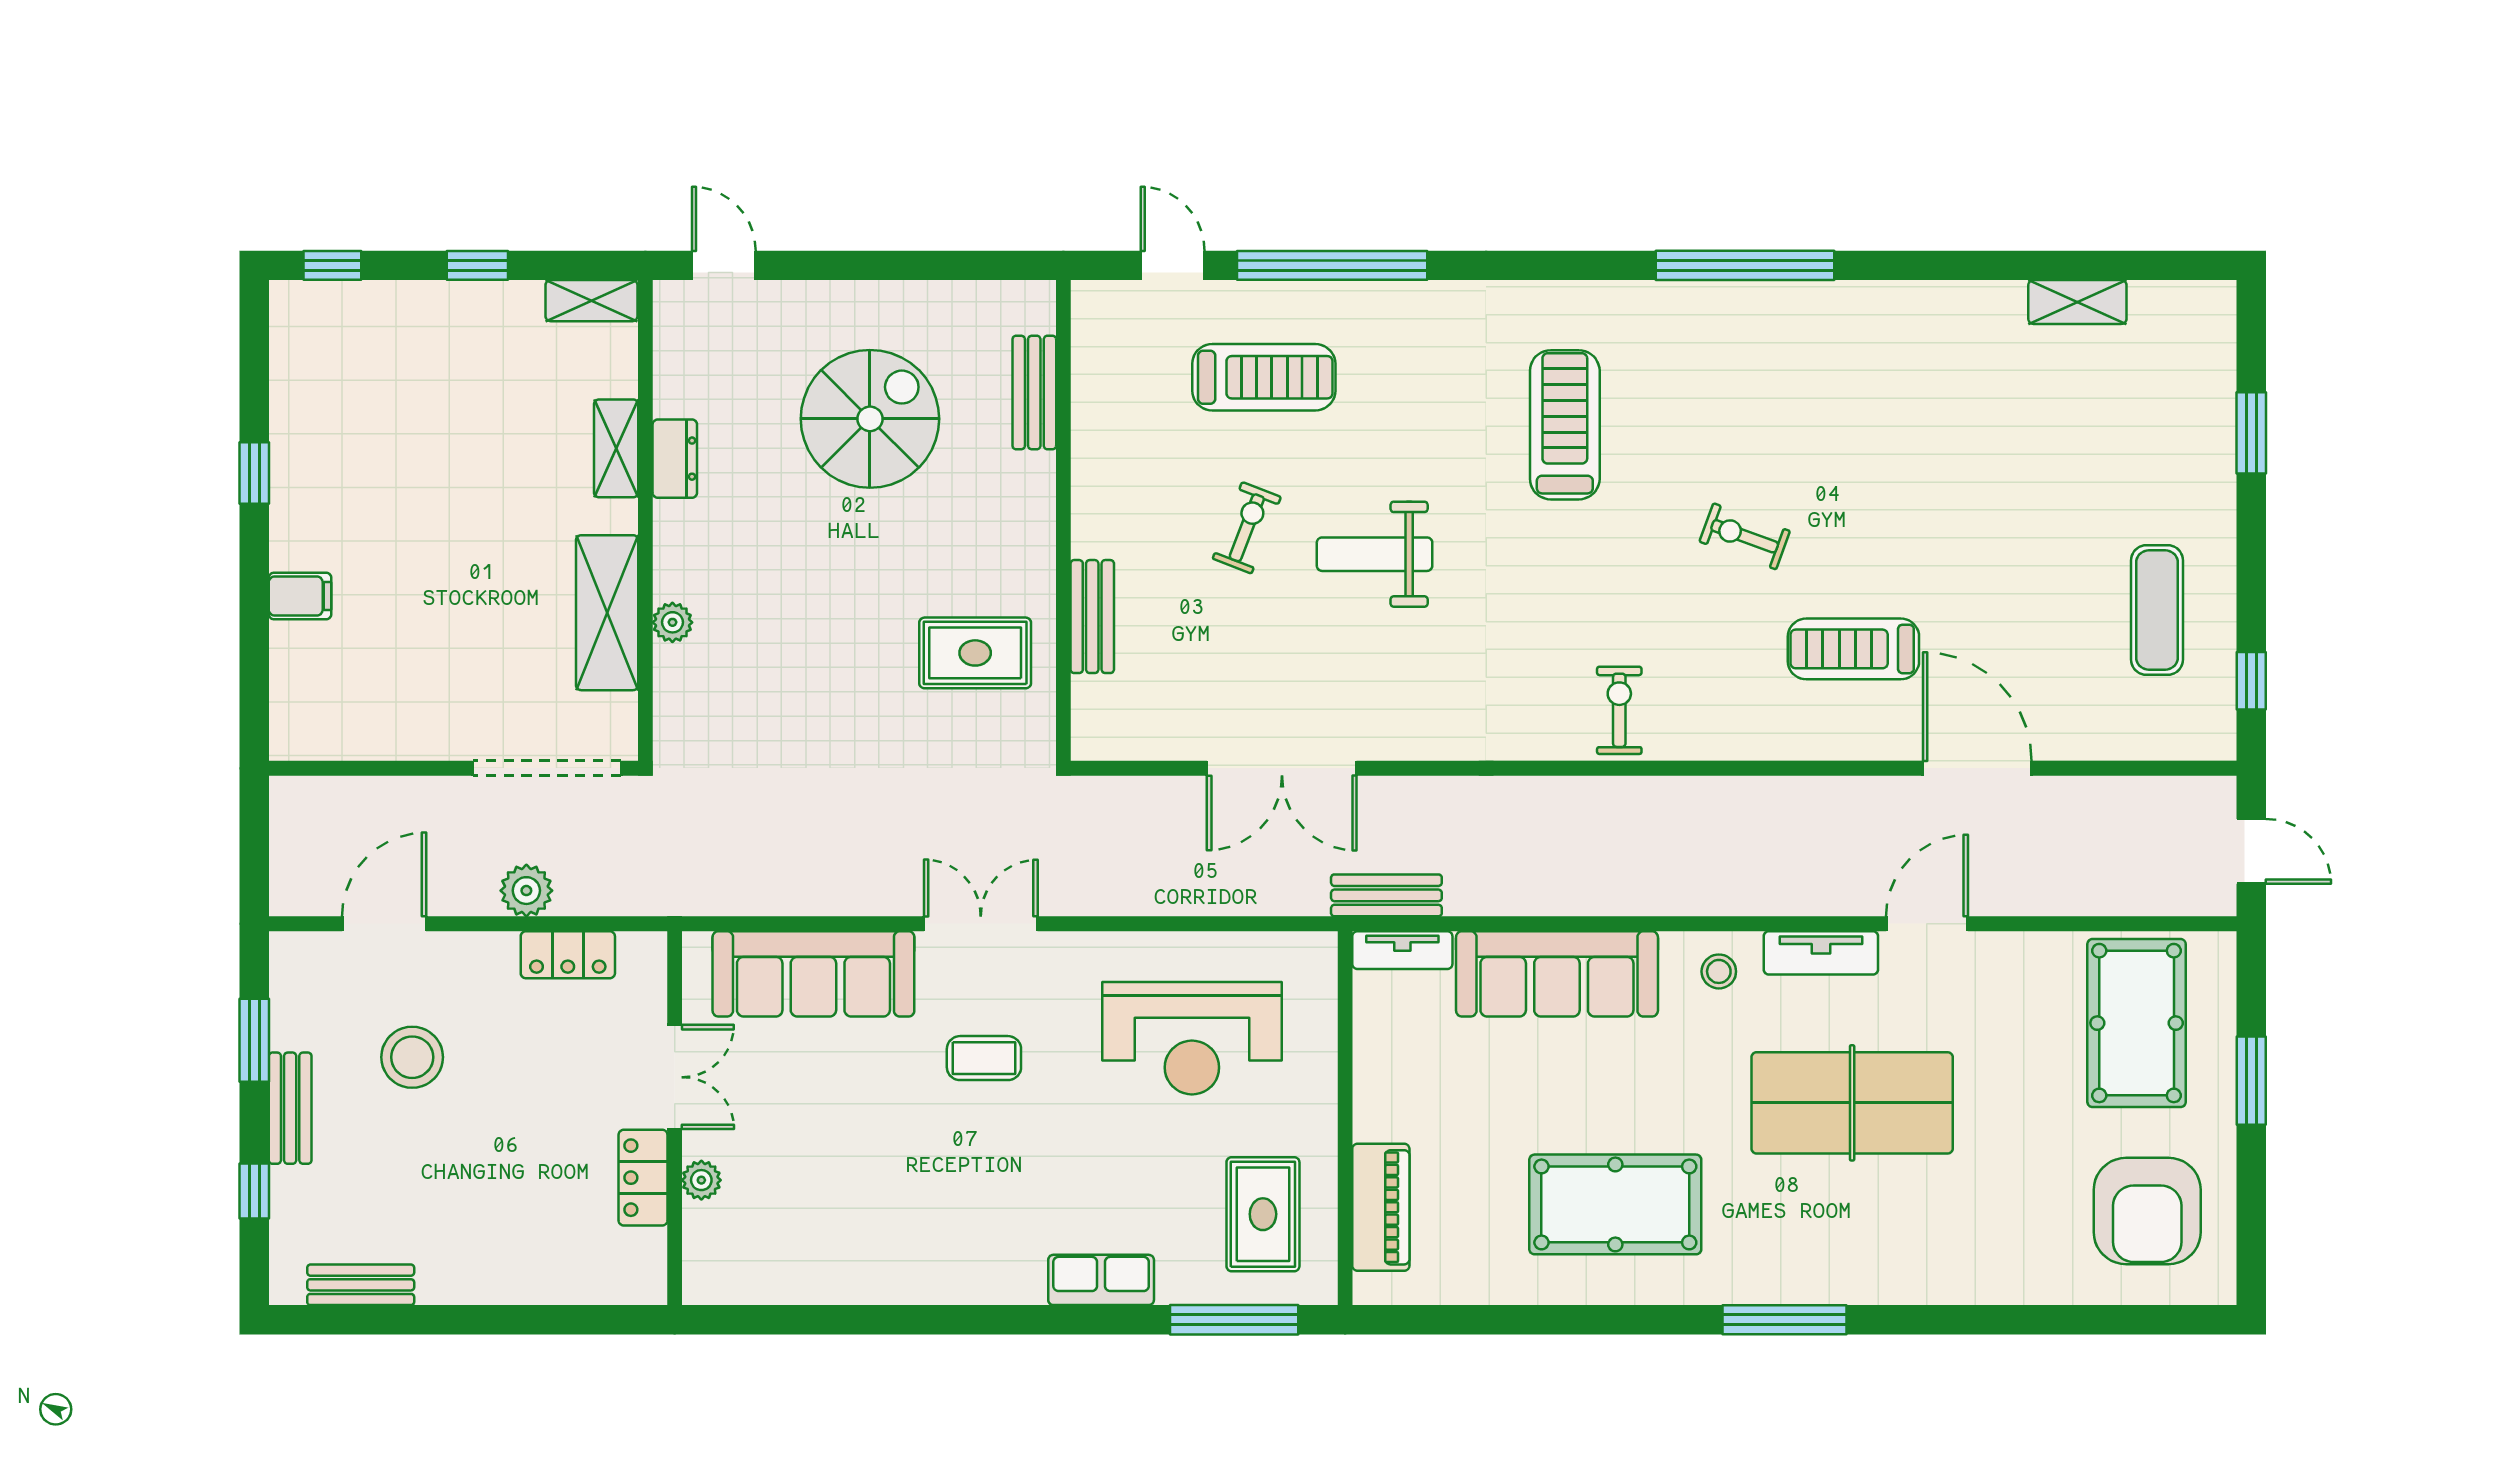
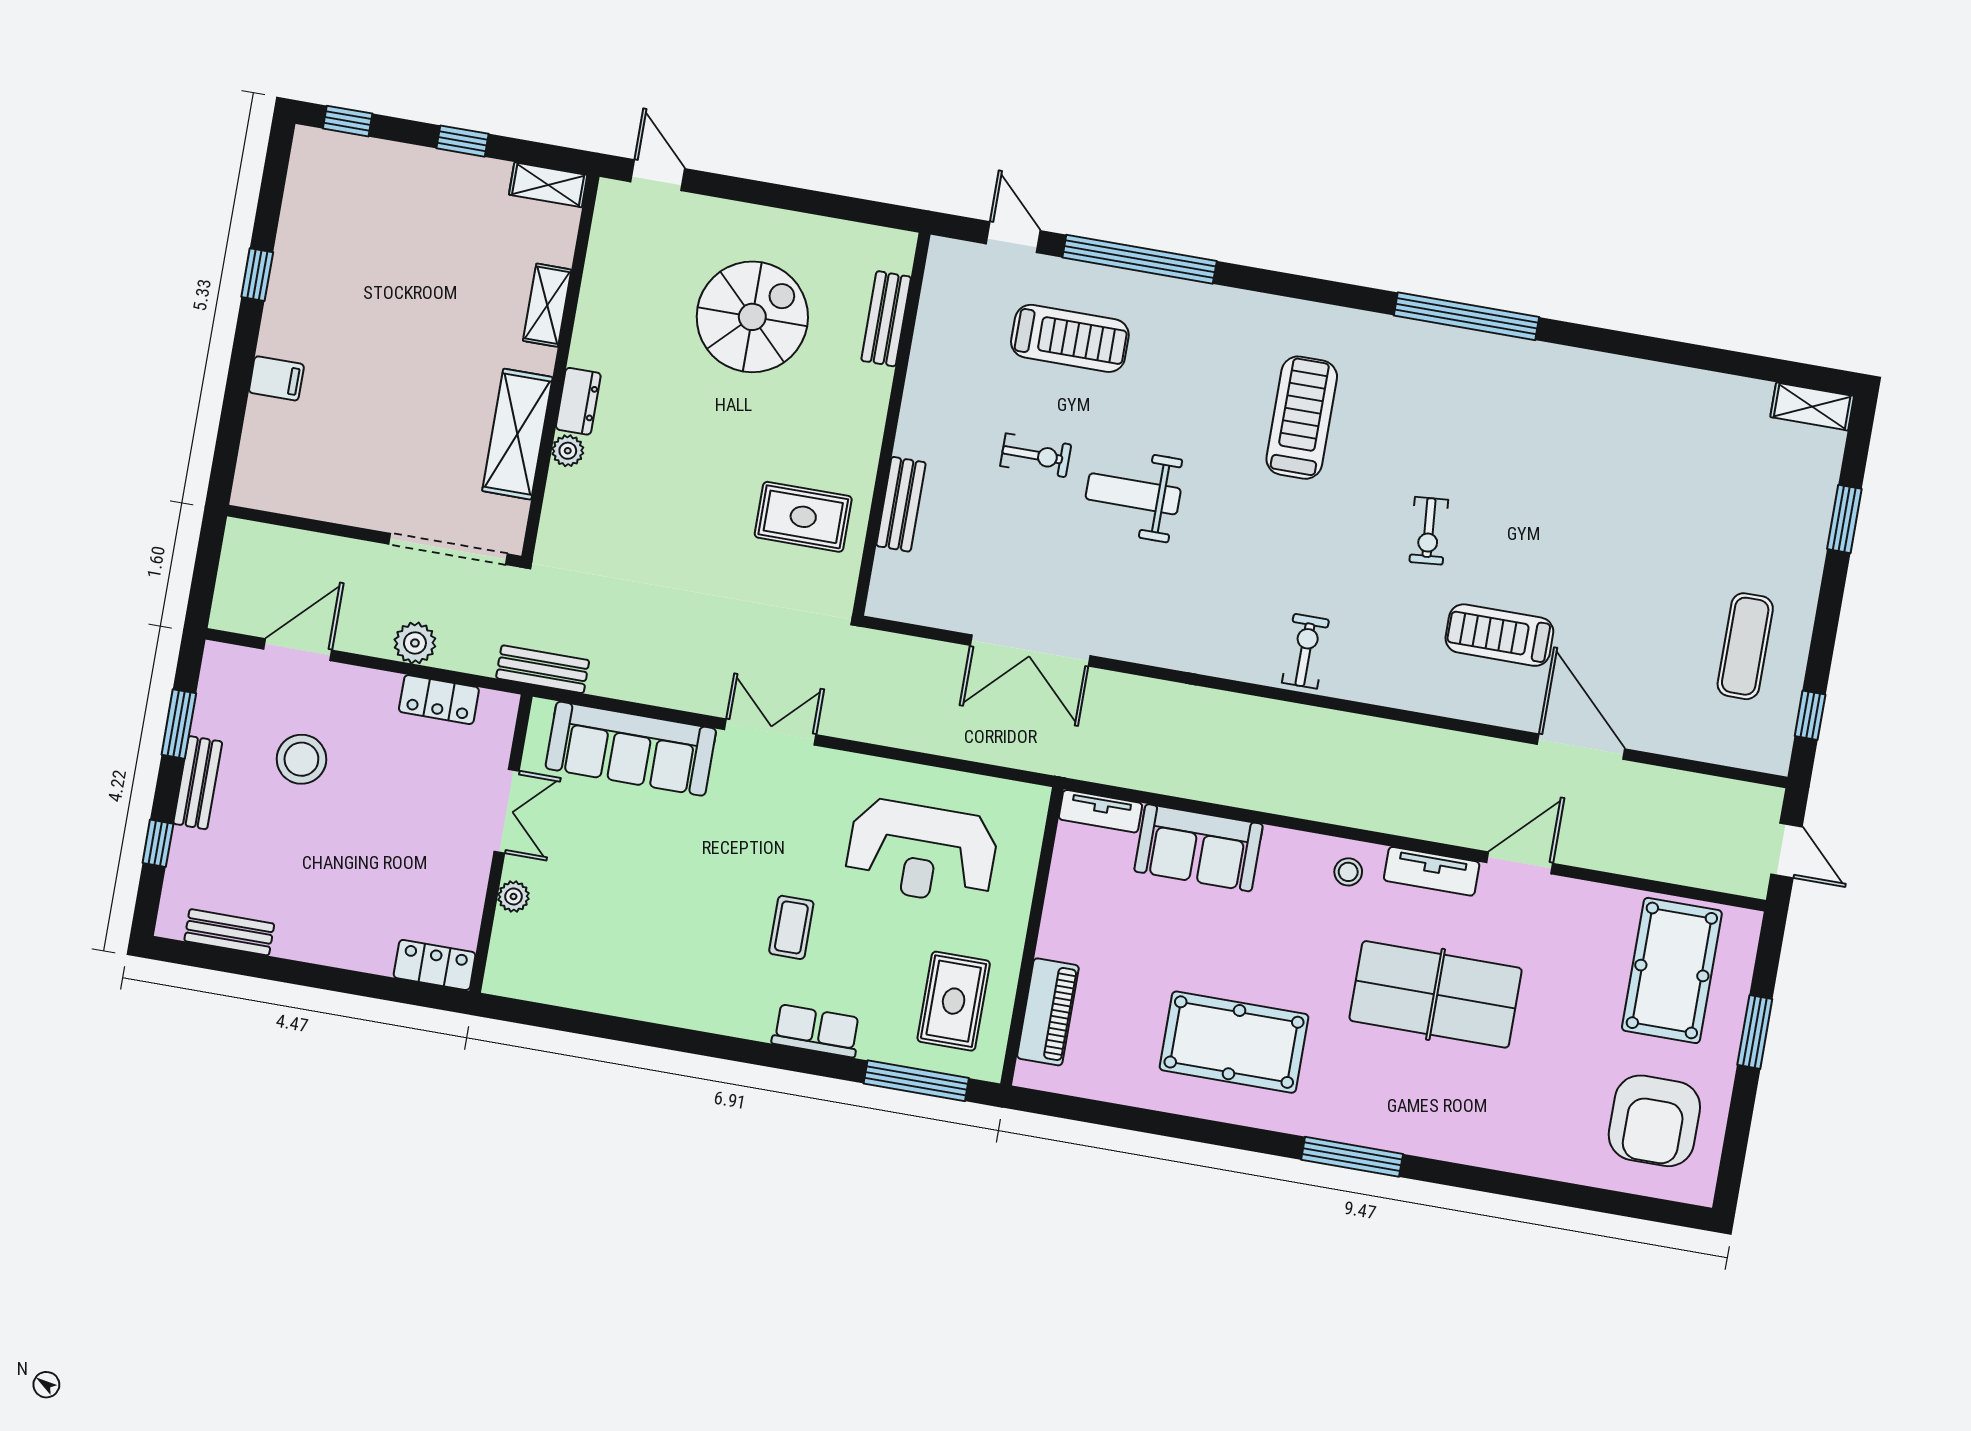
shelving: (2077, 302) -> (1812, 407), moved
dresser: (675, 459) -> (578, 401), moved
exercise bike: (1247, 528) -> (1036, 455), turned 69
exercise bike: (1745, 536) -> (1429, 531), turned -115
bench: (1386, 895) -> (543, 669), moved
sofa: (1557, 974) -> (1198, 848), width x0.73
coffee table: (984, 1058) -> (791, 927), moved, turned 90
locker: (643, 1178) -> (435, 965), moved, turned 90

